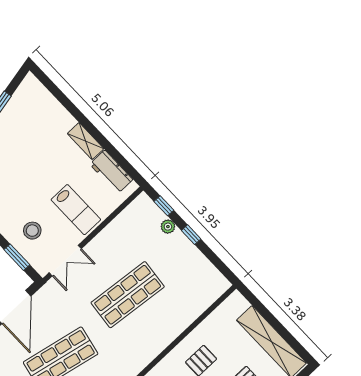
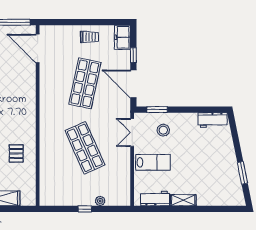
window: (164, 206) -> (113, 209), removed
lab bench: (76, 210) -> (153, 162), turned 180
shop shelf: (128, 295) -> (85, 148), turned -30

